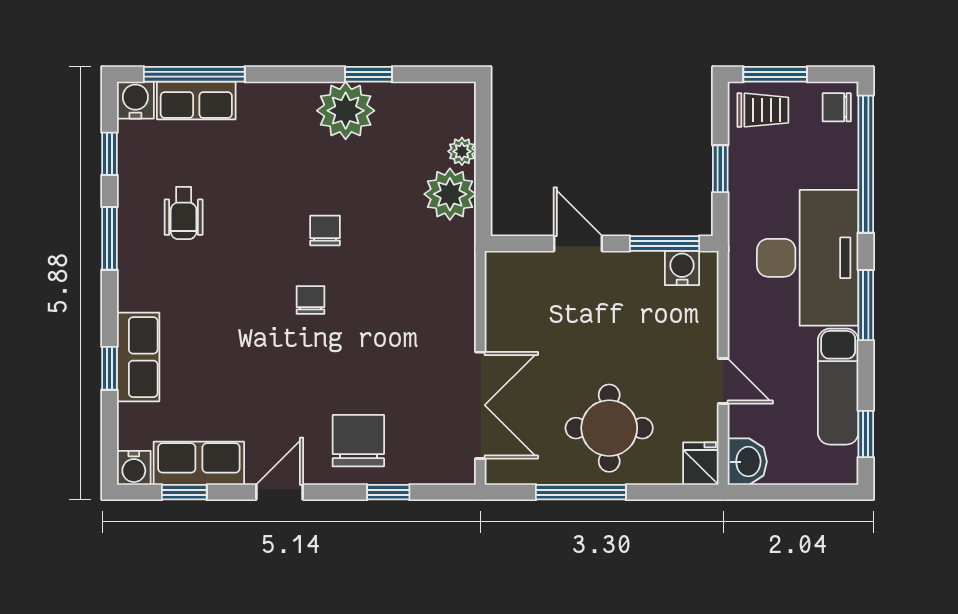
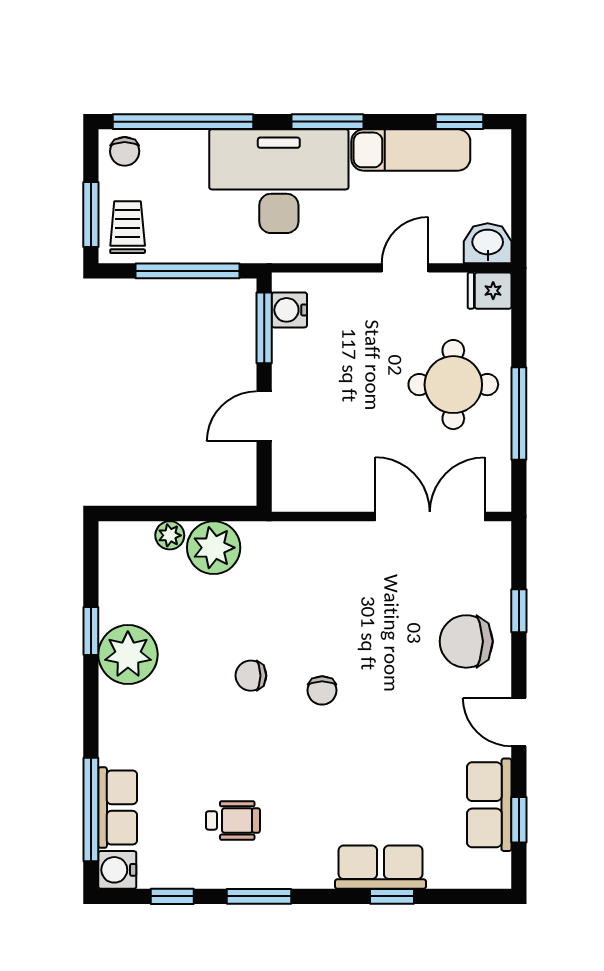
window: (720, 169) -> (188, 271), width x2.17
chair: (311, 300) -> (322, 690), turned -90
water cooler: (134, 468) -> (494, 871), removed

